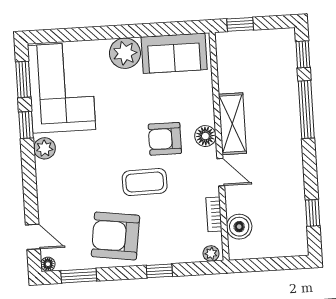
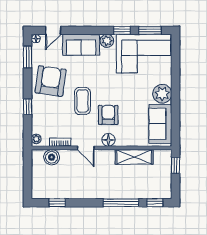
shelving: (232, 124) -> (134, 157), moved
door: (221, 172) -> (86, 148), hinge flipped
sofa: (54, 190) -> (81, 45), added

